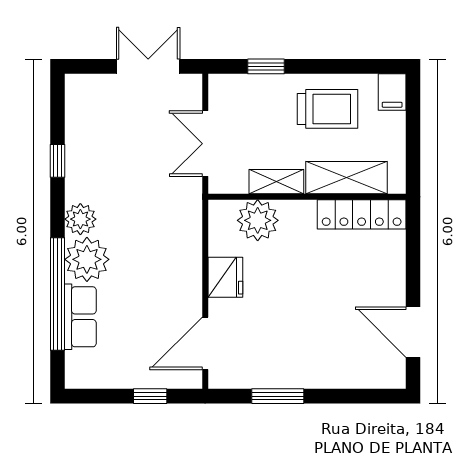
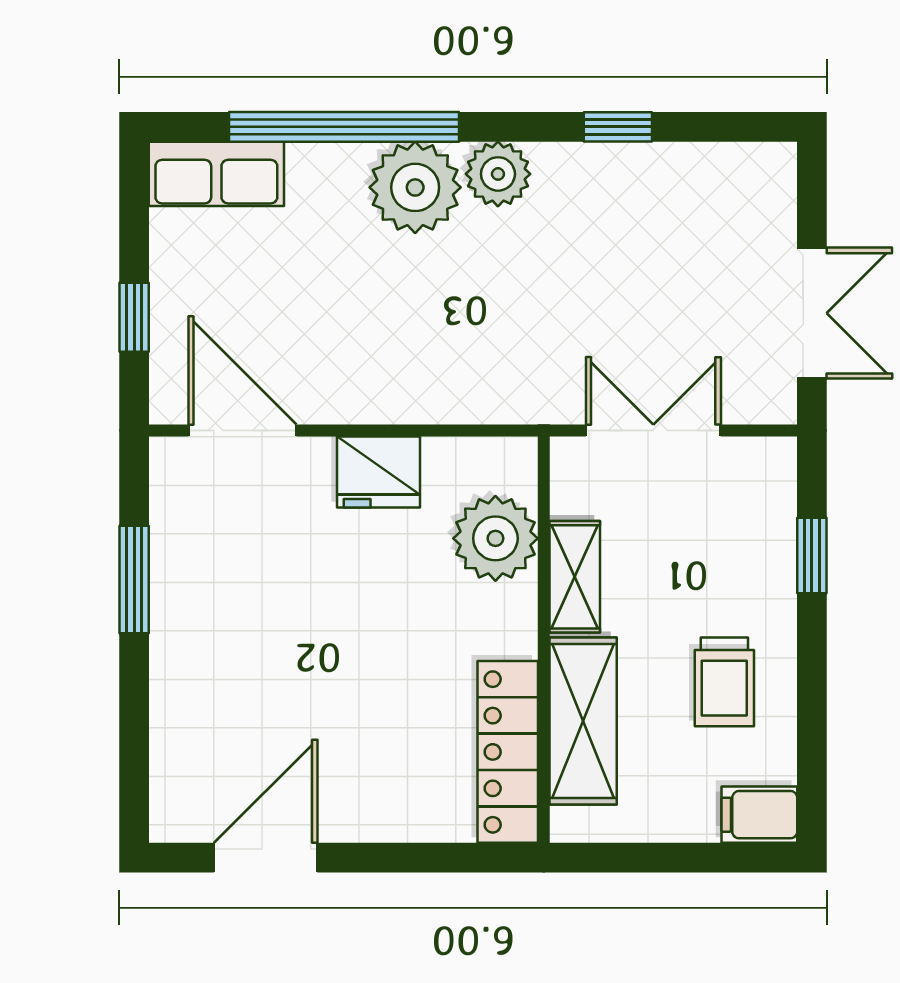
trolley: (328, 109) -> (724, 682), width x0.73, depth x0.72
row of seats: (80, 317) -> (216, 174), moved

